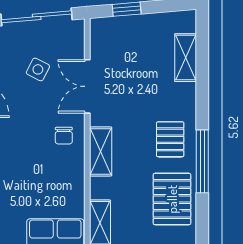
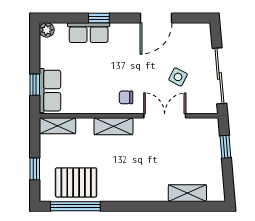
pallet: (170, 139) -> (123, 181), removed
window: (202, 161) -> (75, 206), moved

